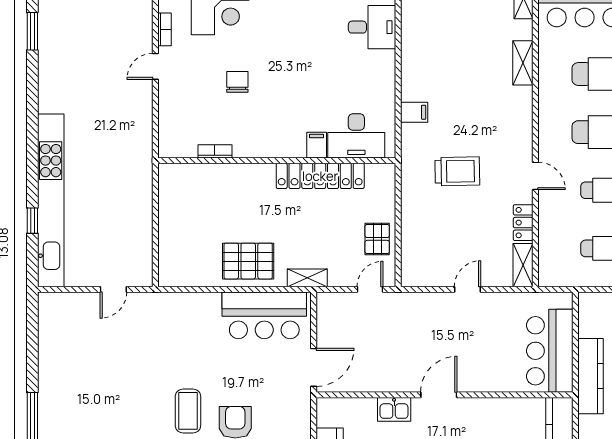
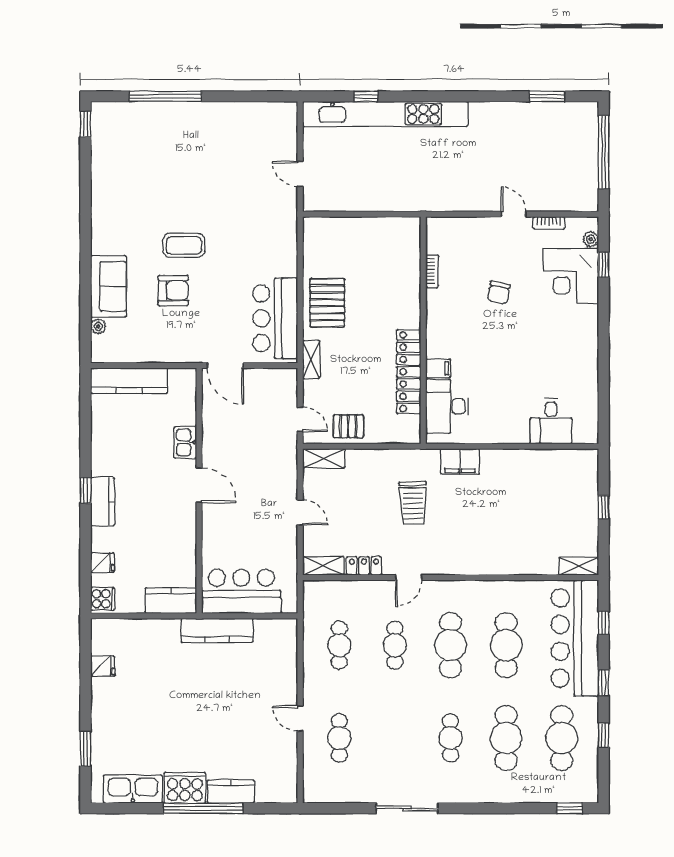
shelving: (523, 63) -> (324, 458), moved
chair: (237, 82) -> (499, 293), turned 101
filing cabinet: (414, 112) -> (460, 462), width x2.00

